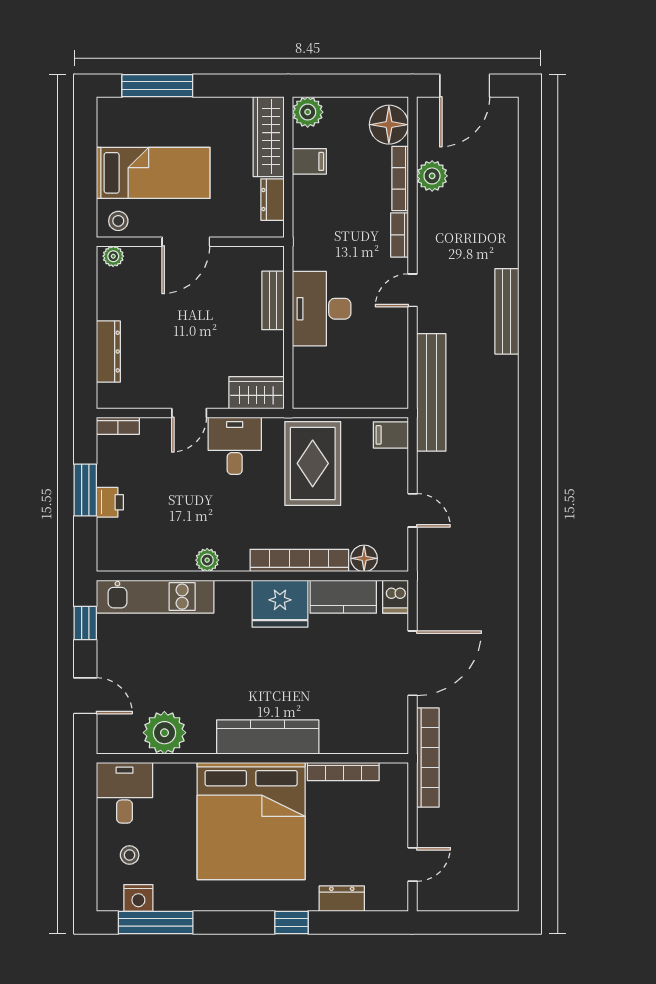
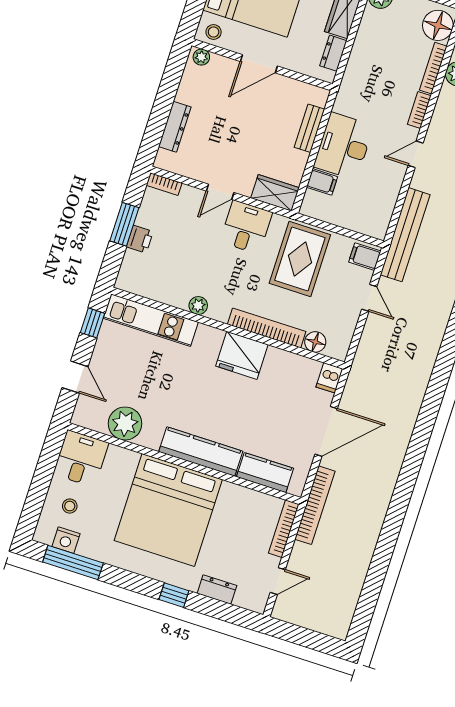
filing cabinet: (309, 161) -> (322, 182), moved
door: (413, 510) -> (369, 298), moved
kitchen counter: (343, 597) -> (265, 473), moved, turned 180
bookcase: (343, 771) -> (284, 529), moved, turned 90

